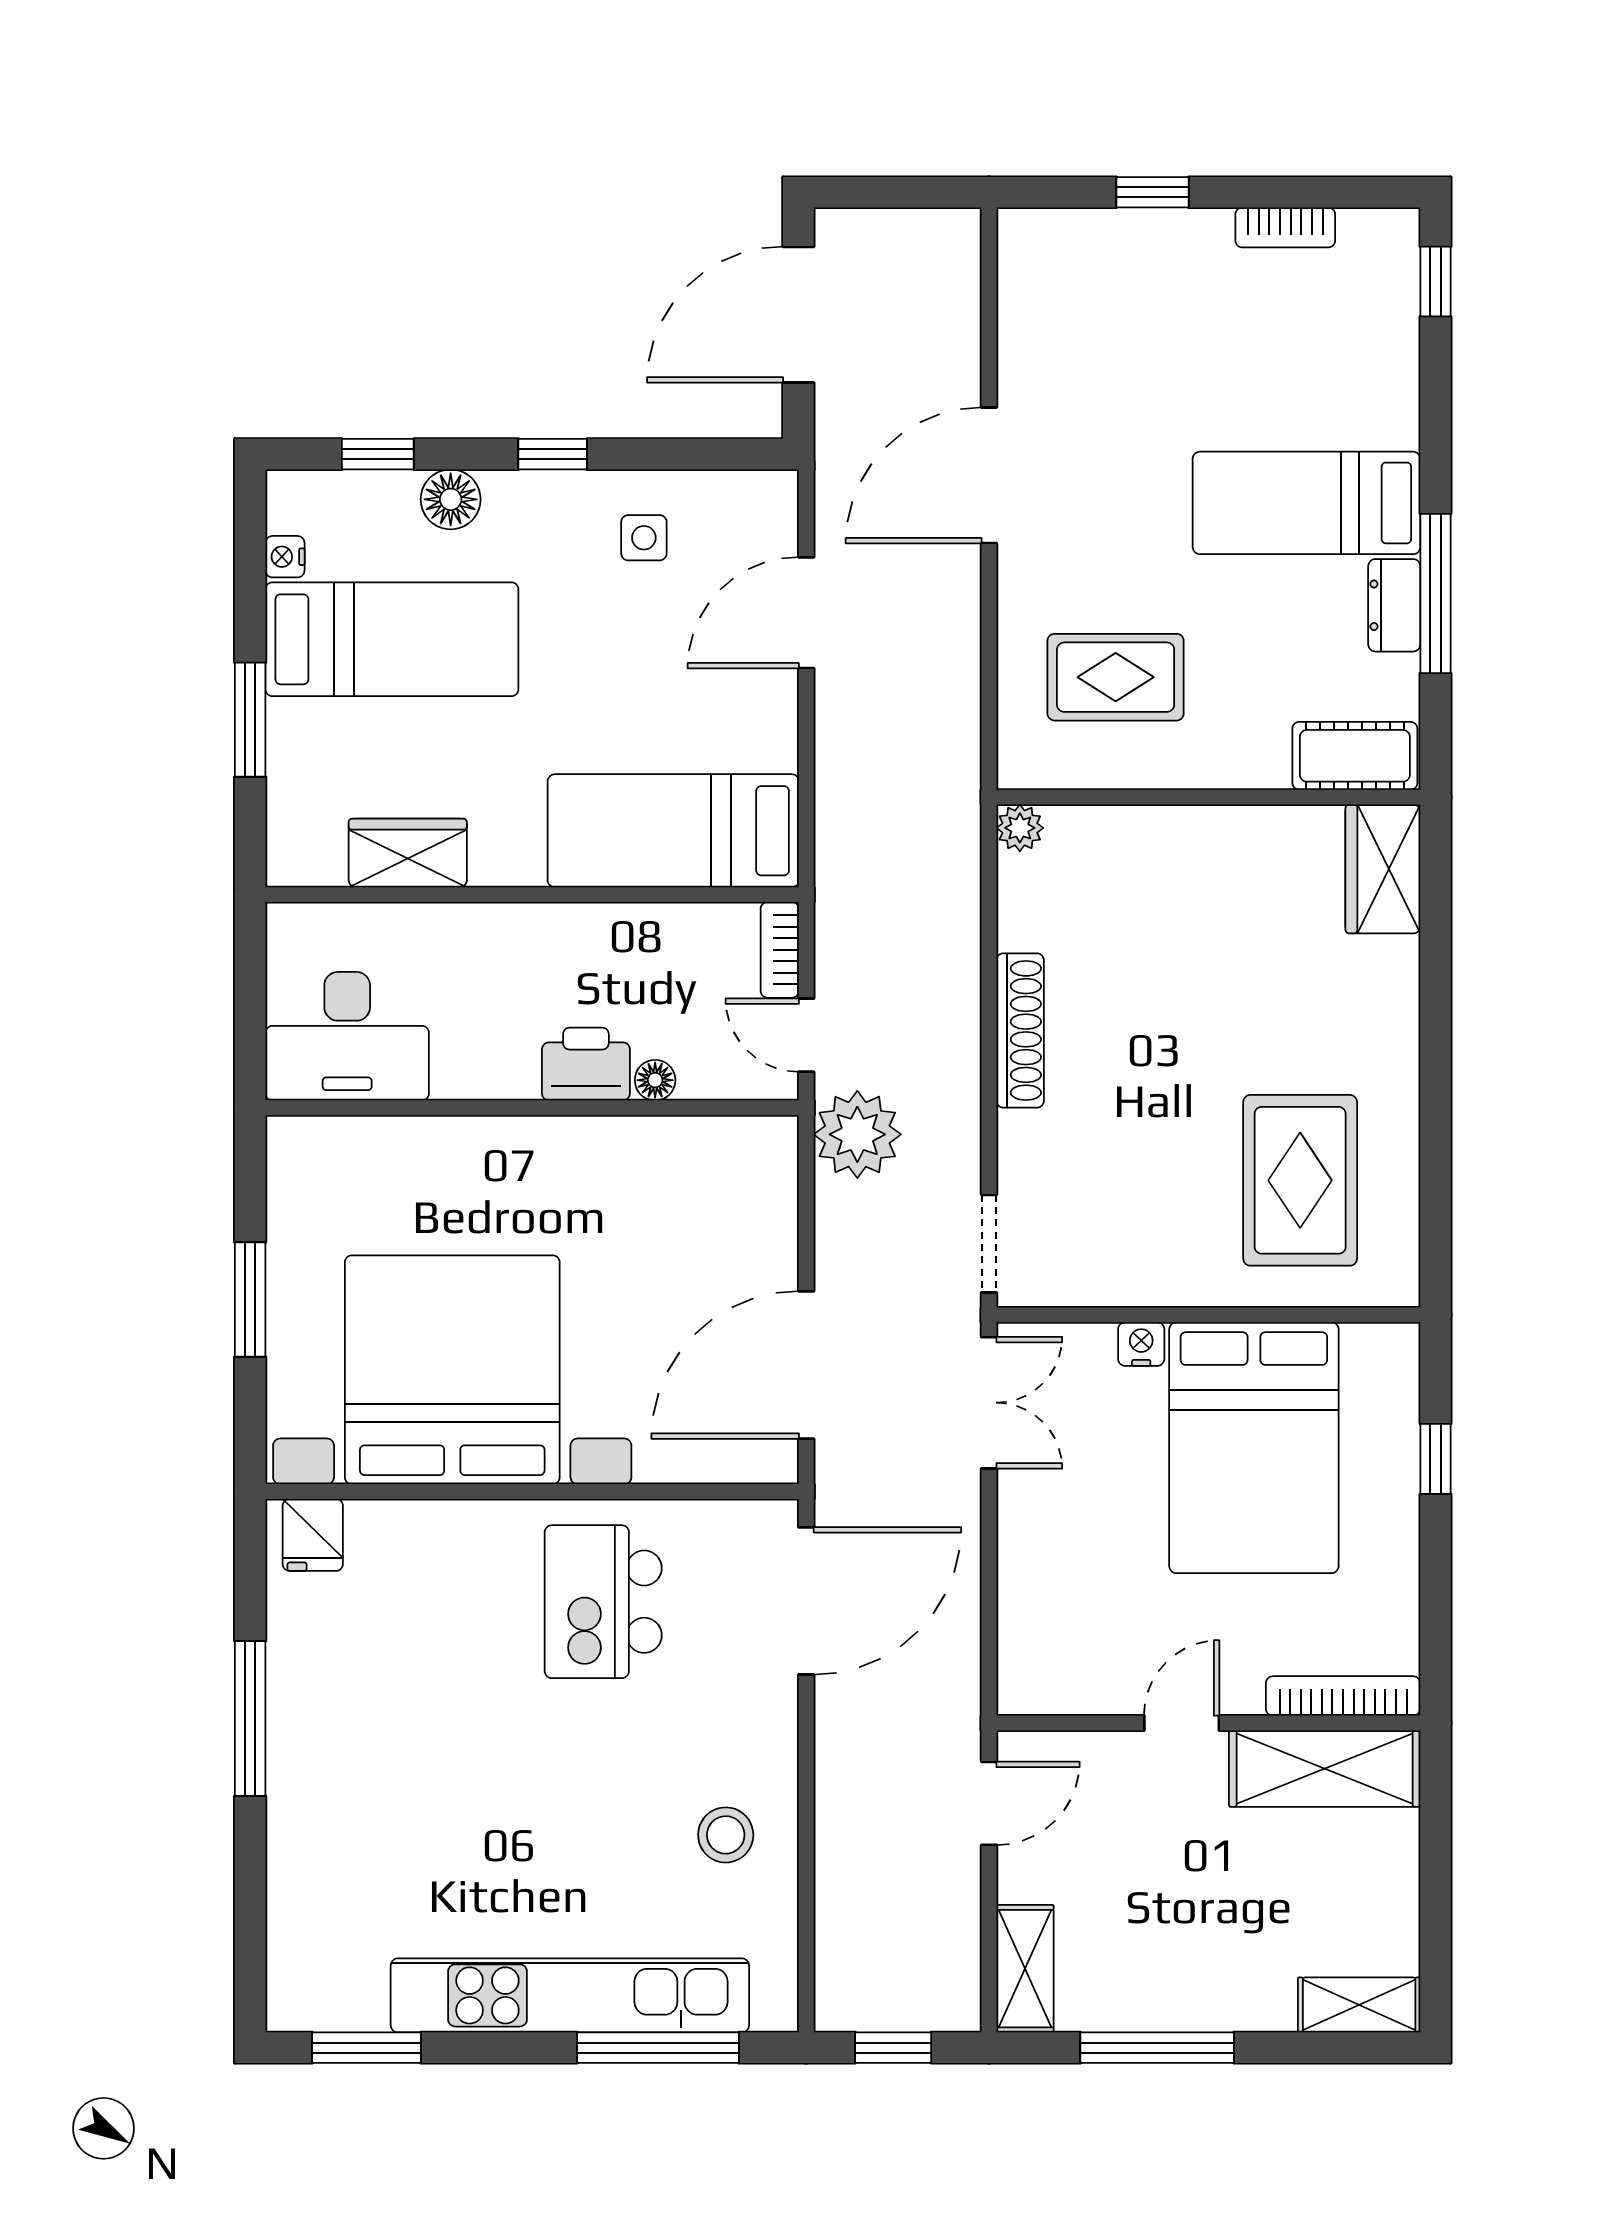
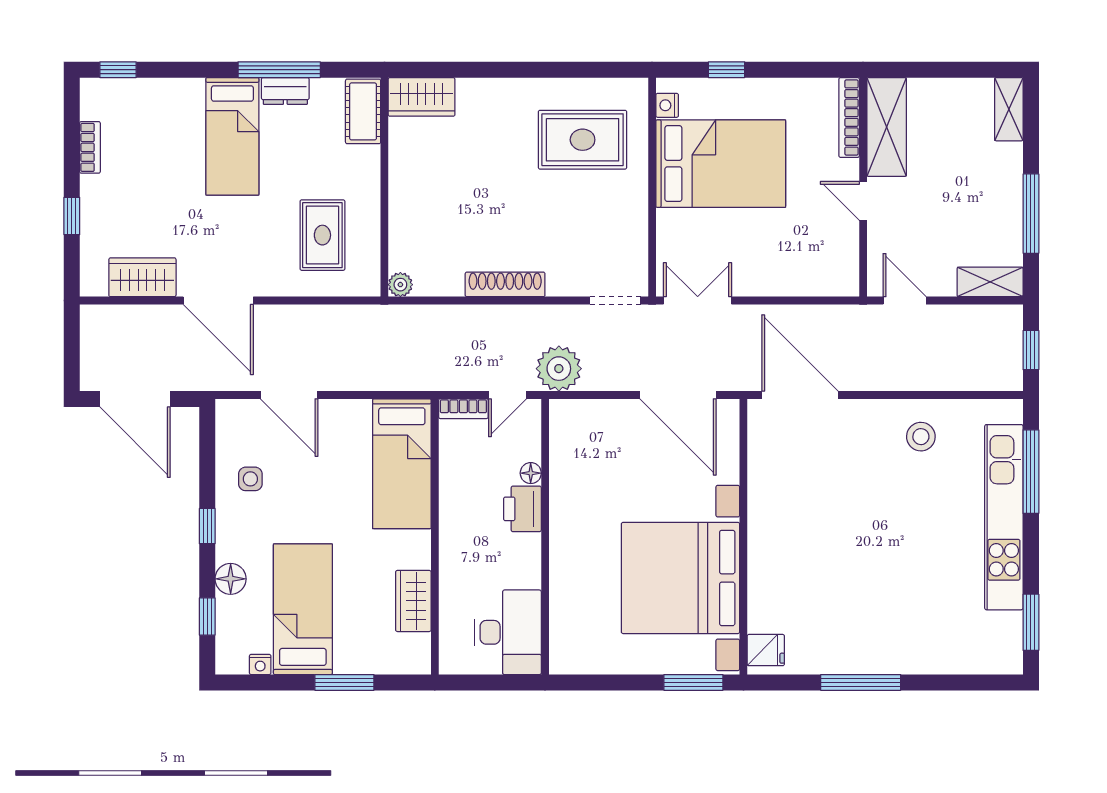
wardrobe: (1034, 329) -> (142, 277), added
window: (250, 1300) -> (693, 682), moved
nightstand: (1141, 1344) -> (667, 105), moved
kitchen island: (603, 1602) -> (800, 500), removed

